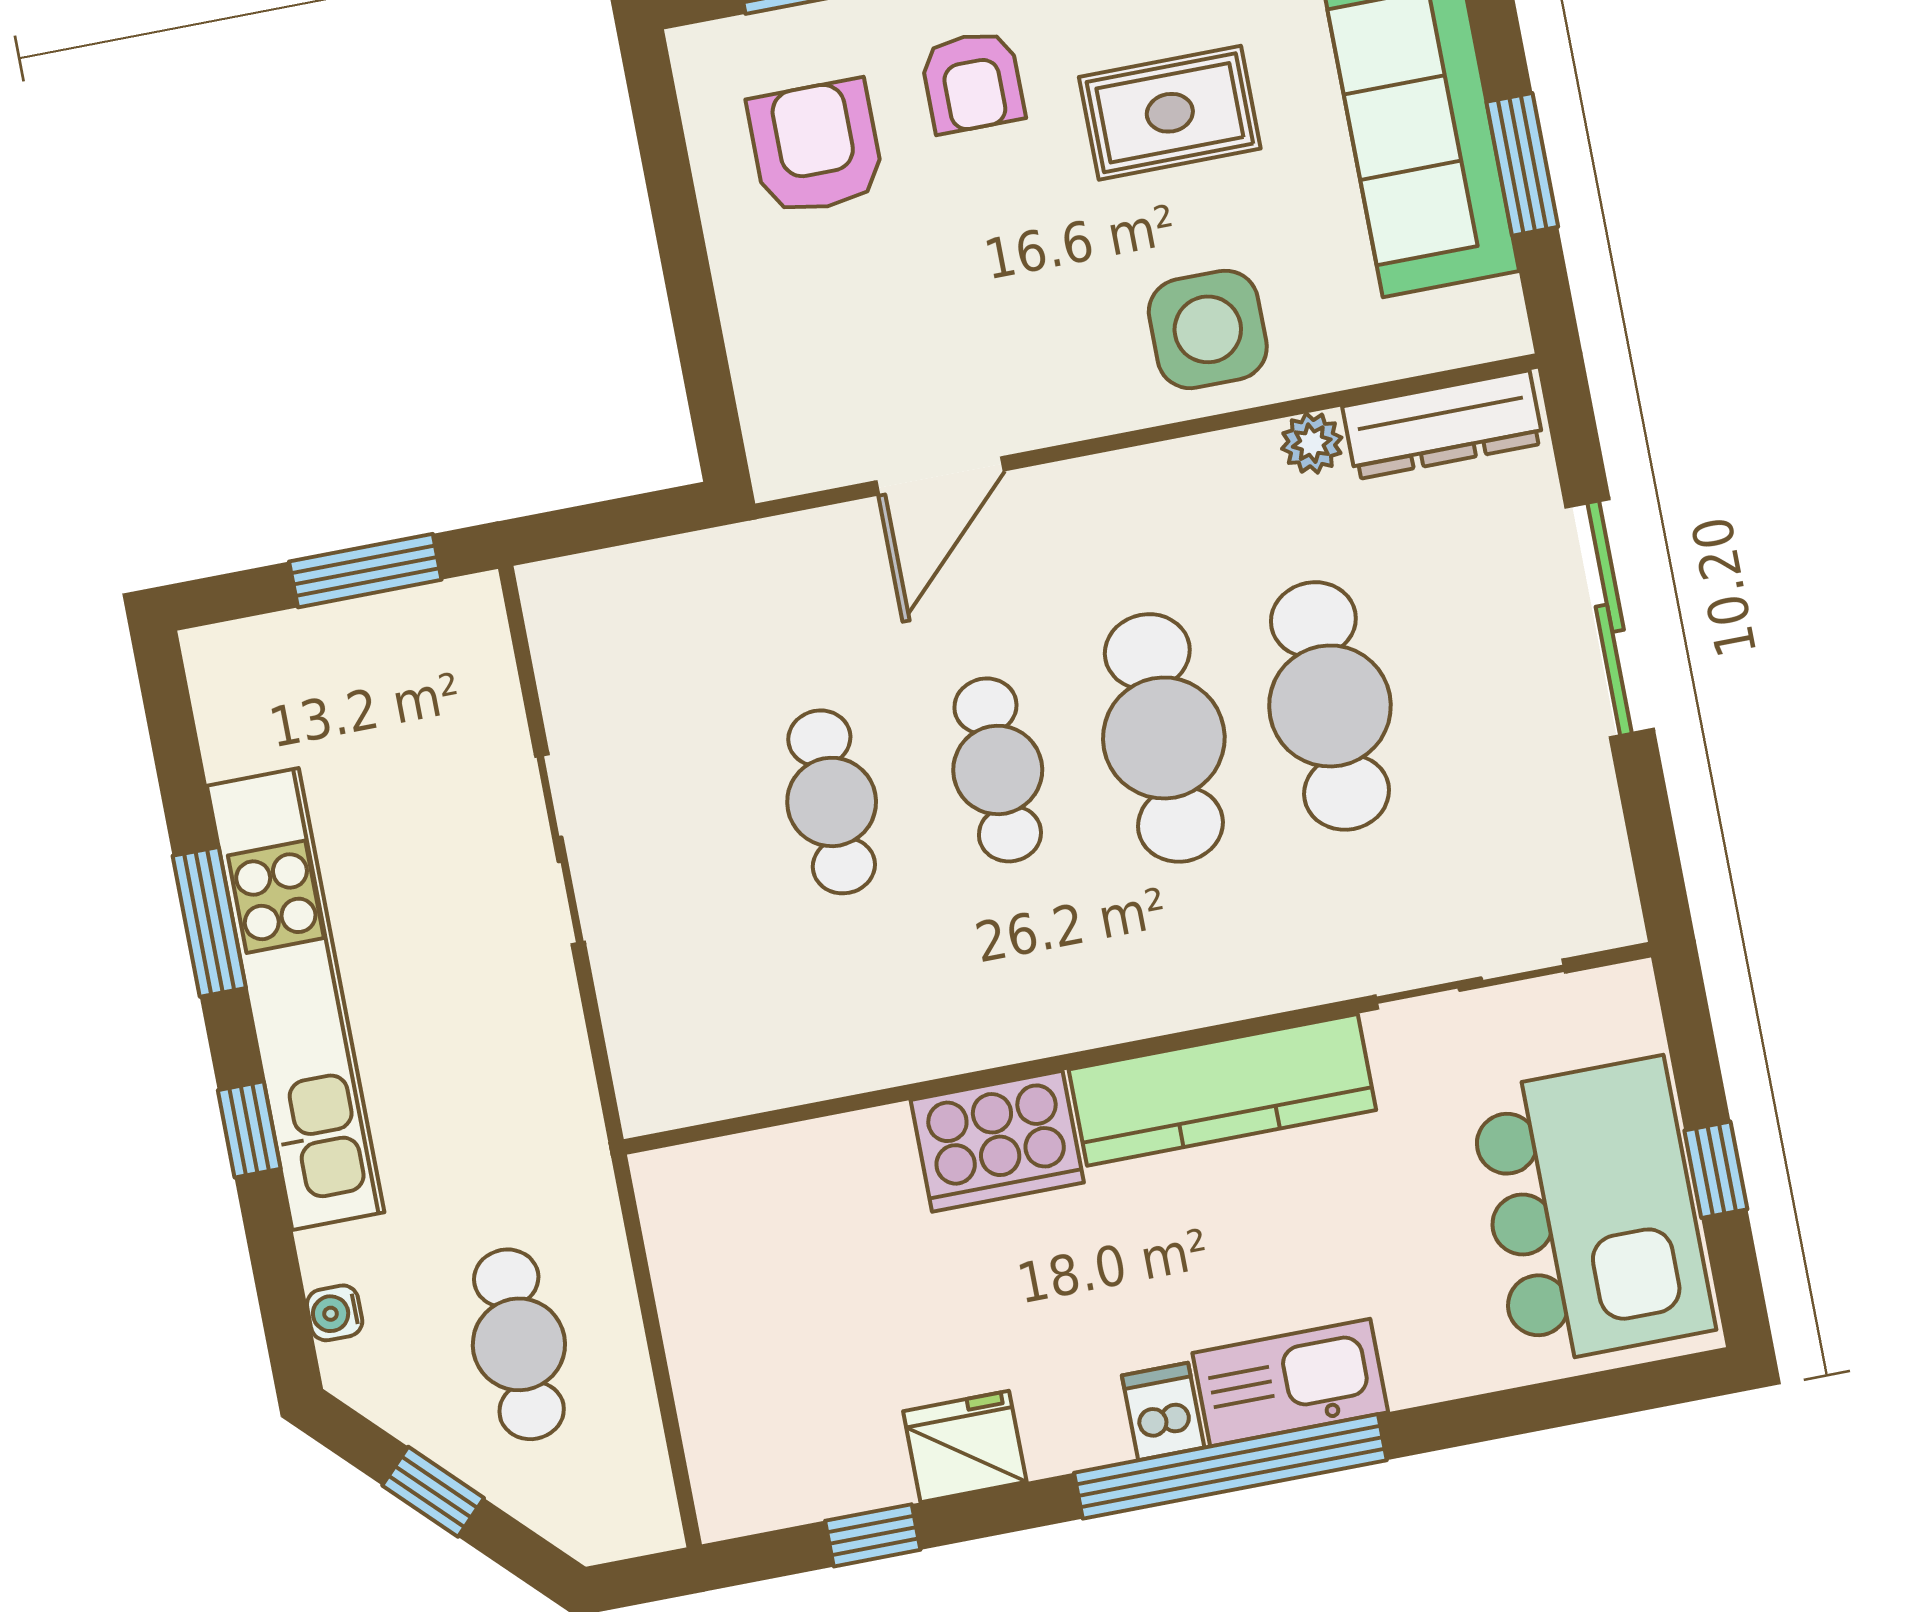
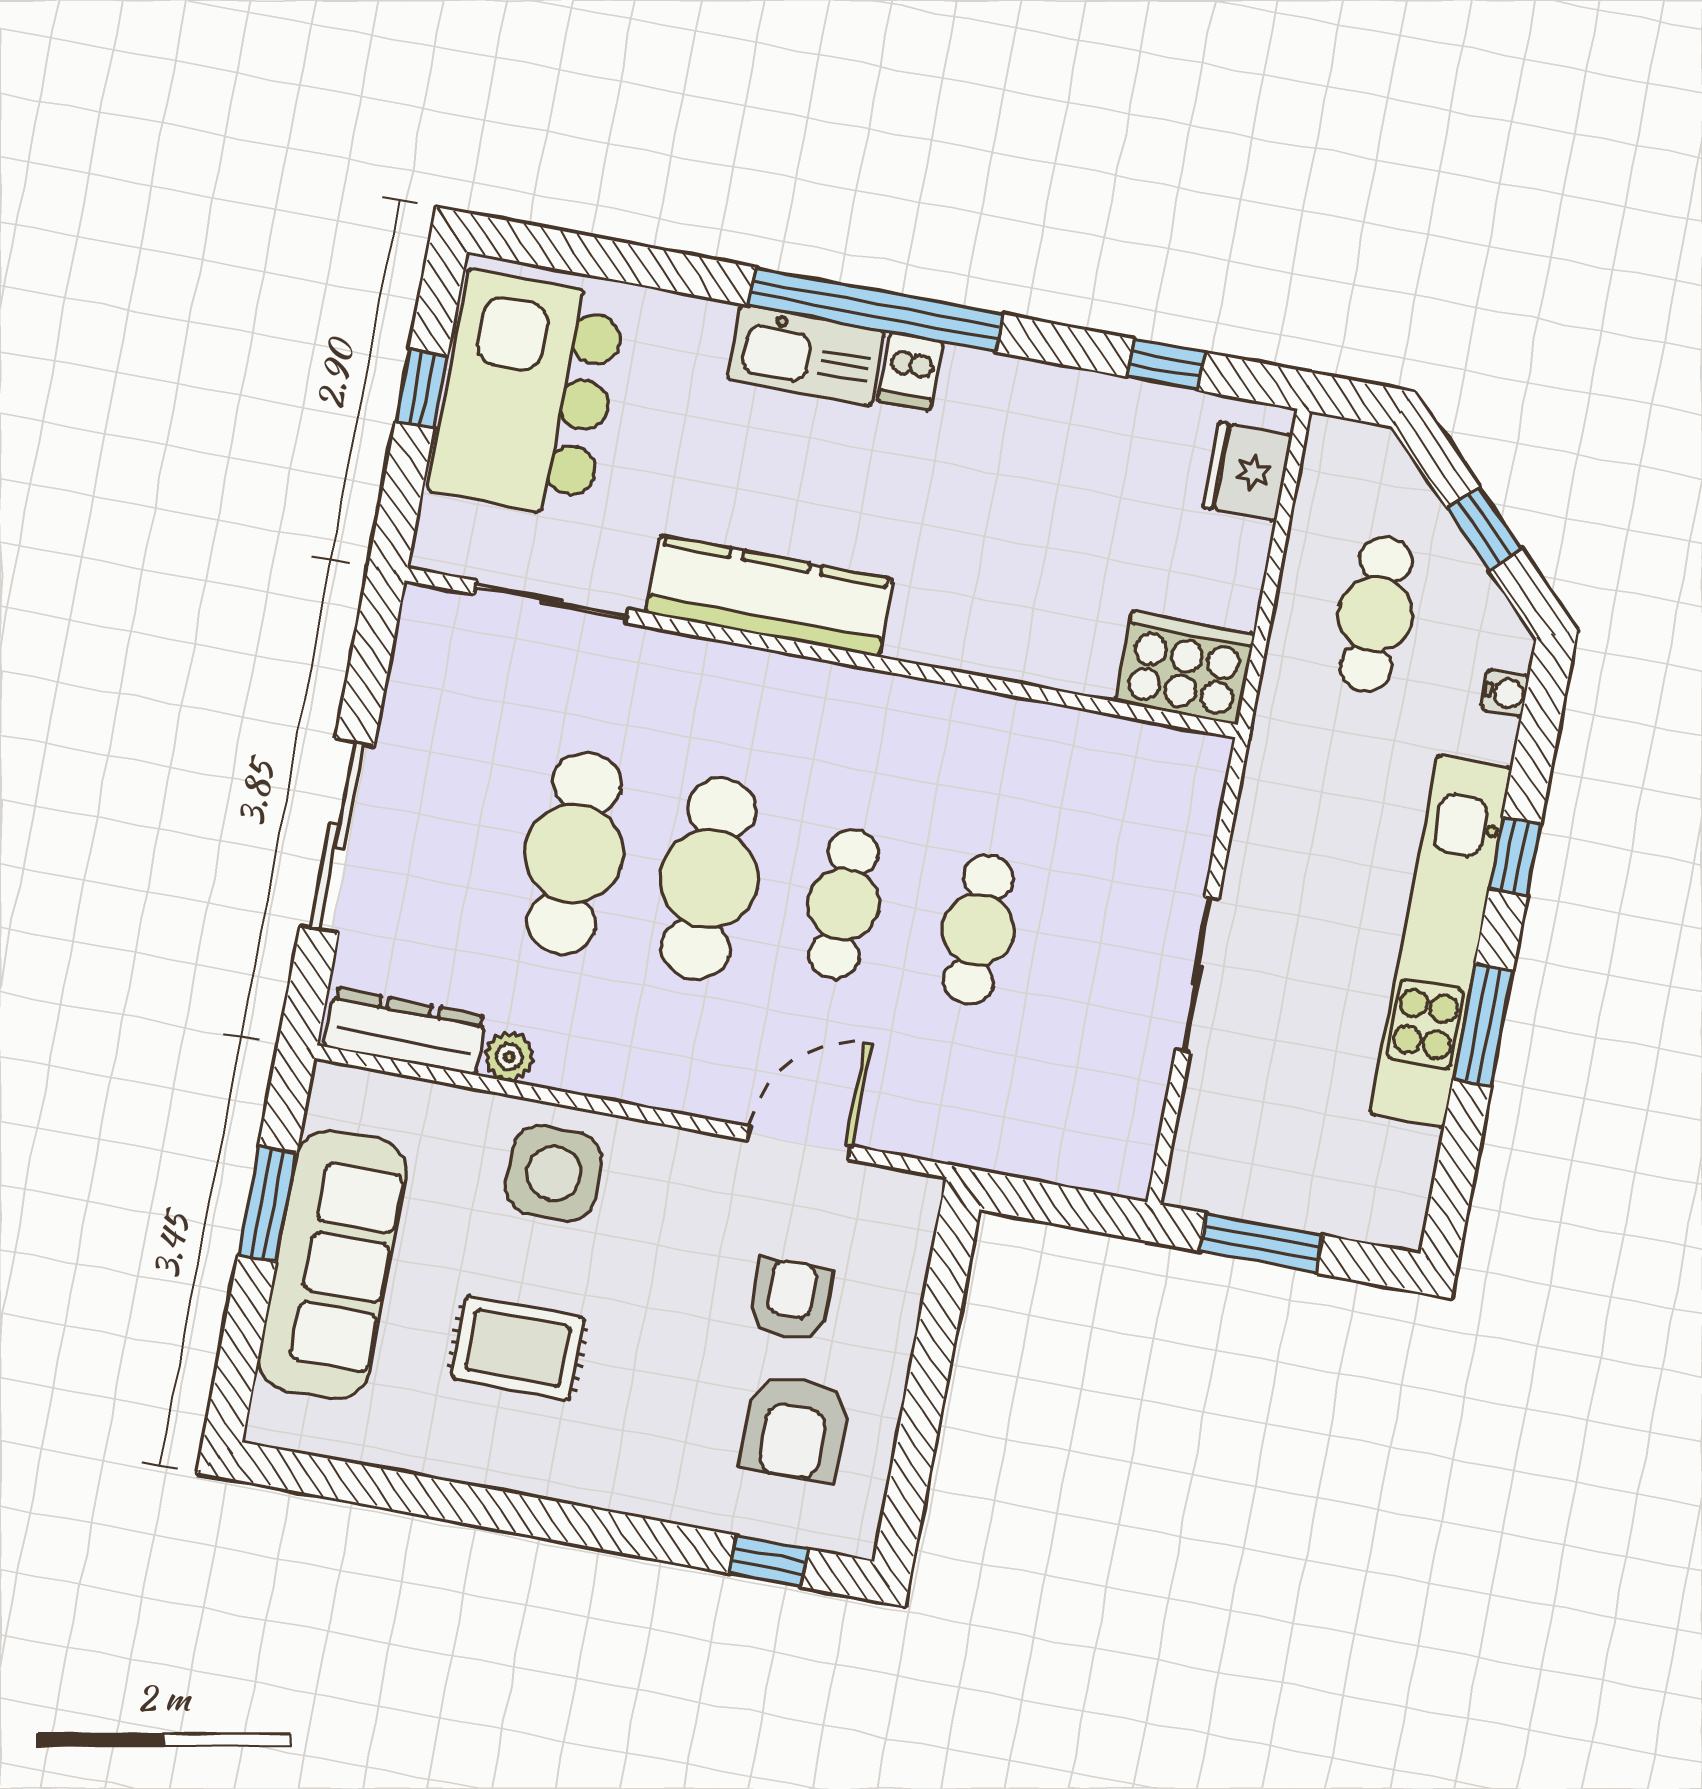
armchair: (972, 82) -> (790, 1300), moved
cooker: (997, 1141) -> (1185, 668), moved
fridge: (965, 1447) -> (1247, 471), moved, turned 90

